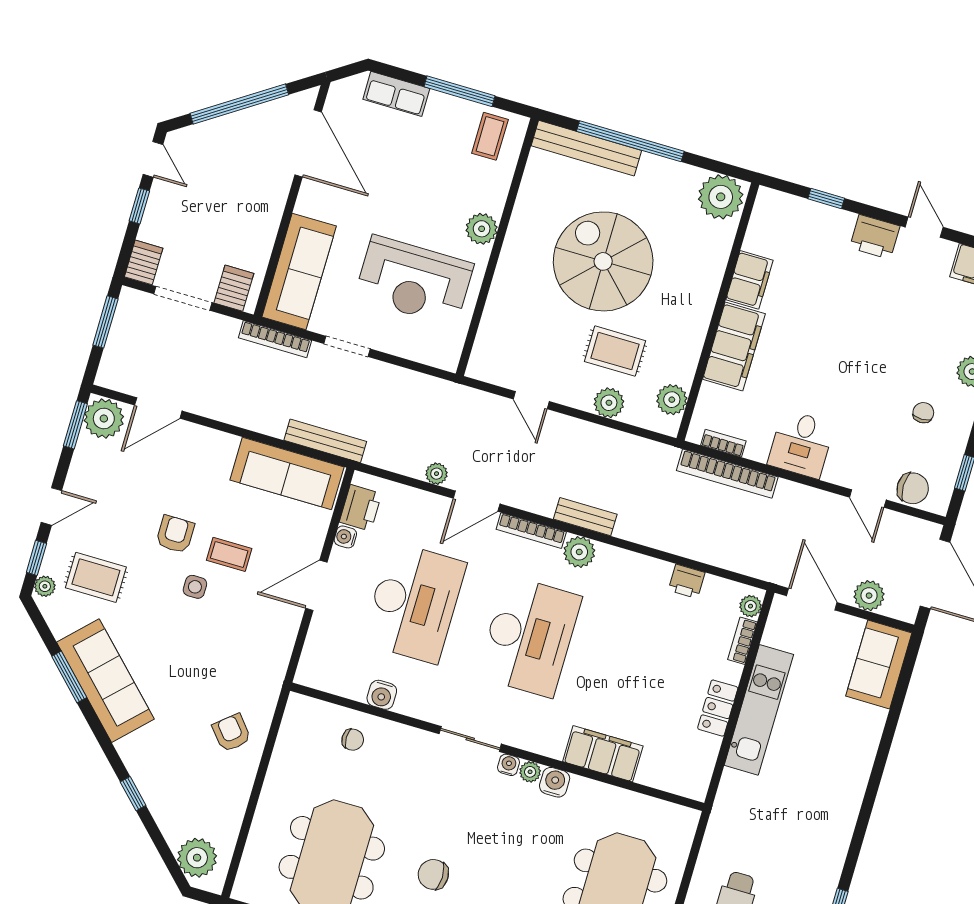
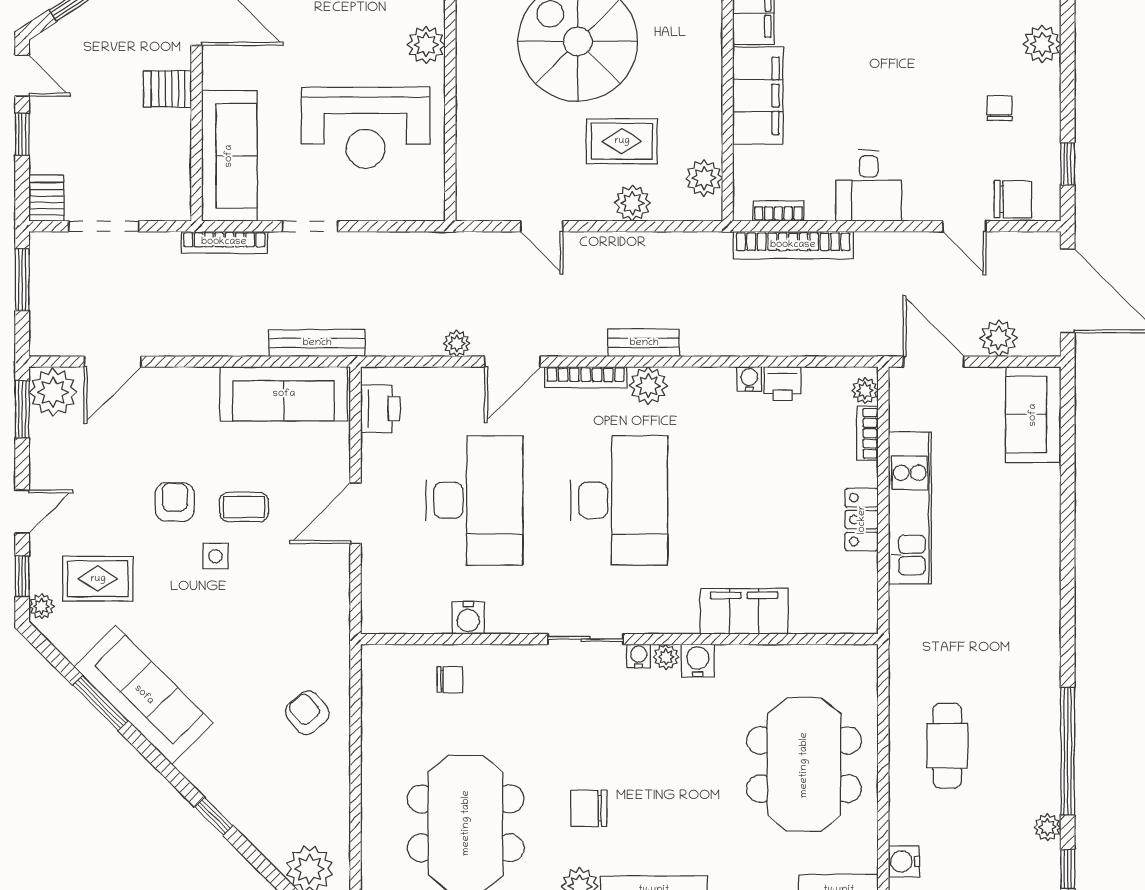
server rack: (234, 288) -> (167, 89), moved, turned -90
water cooler: (345, 537) -> (749, 379), moved, turned 90

